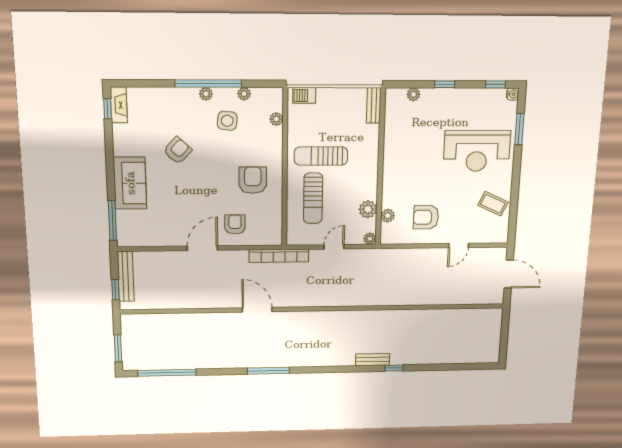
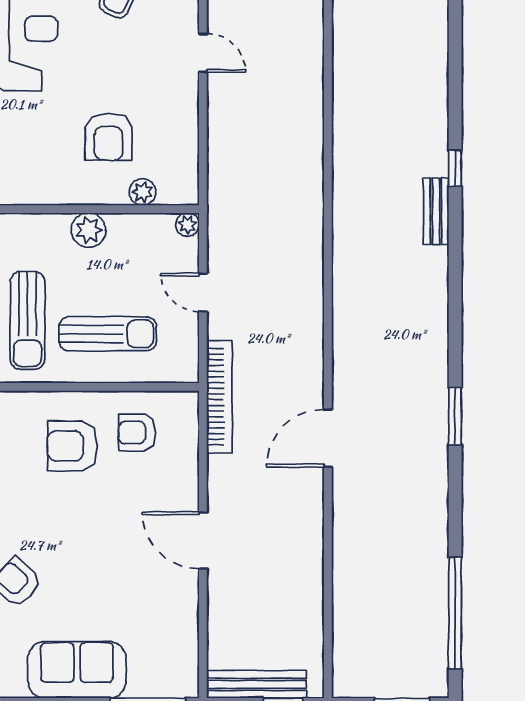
plant: (368, 209) -> (89, 230), moved
armchair: (426, 217) -> (108, 137), moved
armchair: (235, 224) -> (137, 432), moved
window: (268, 371) -> (455, 416), width x0.69

